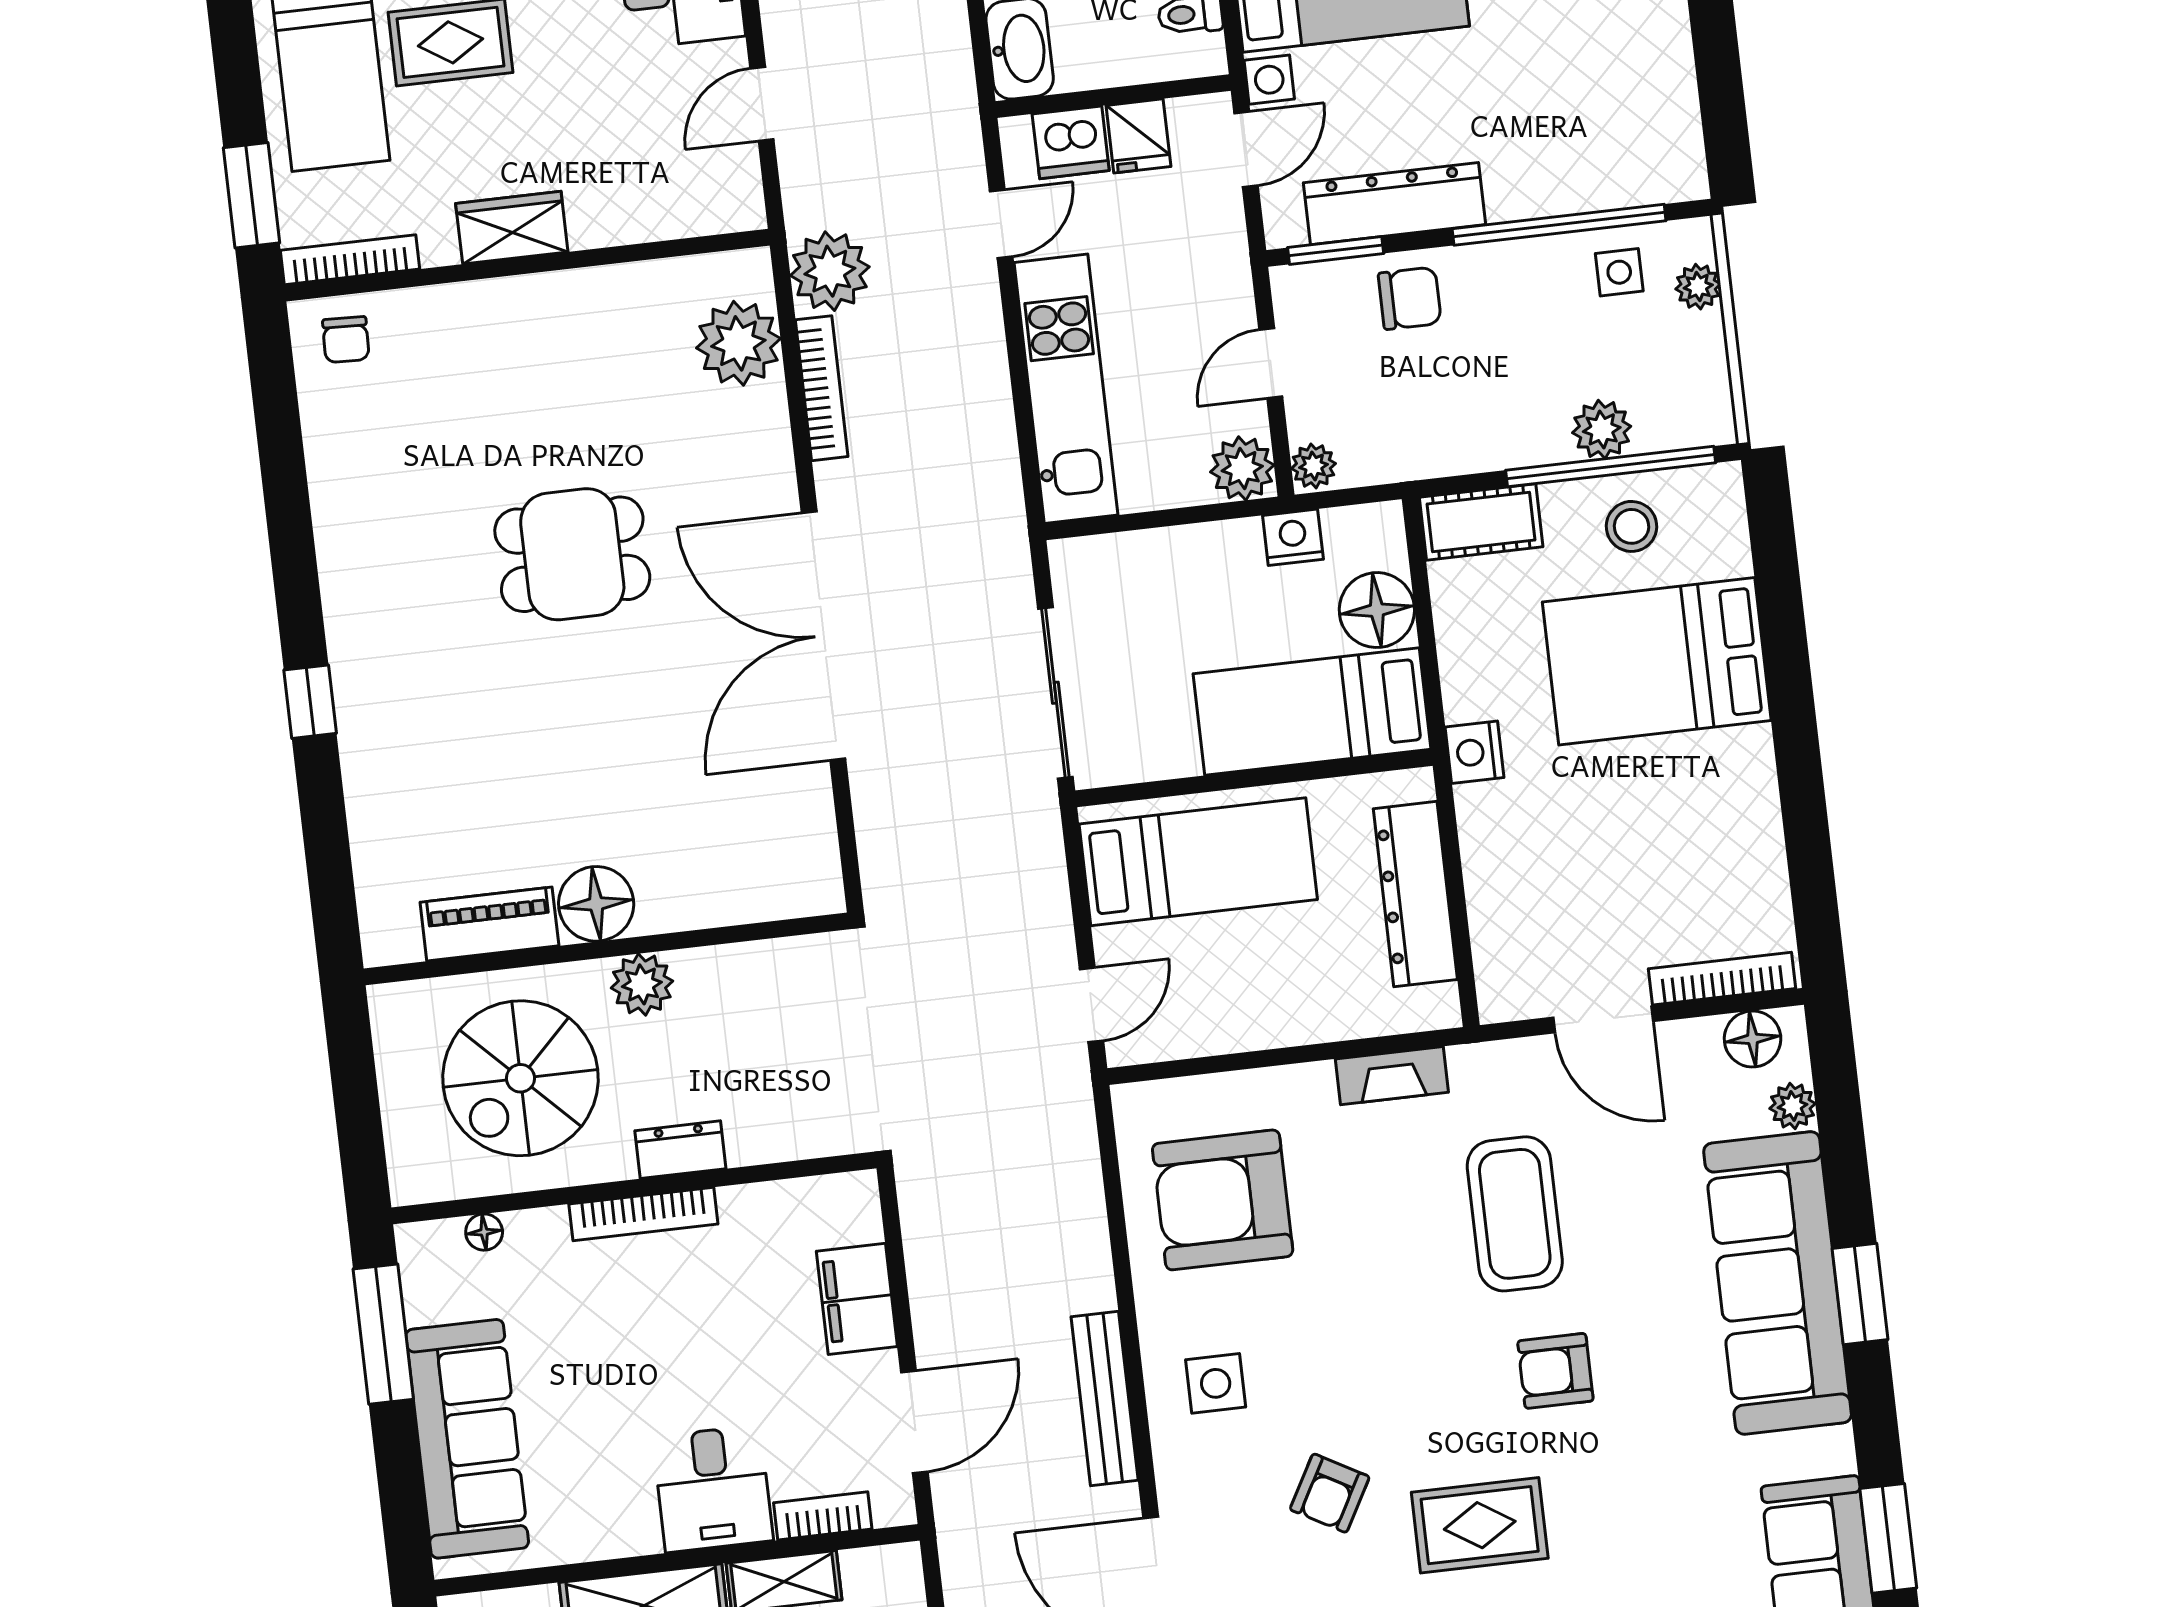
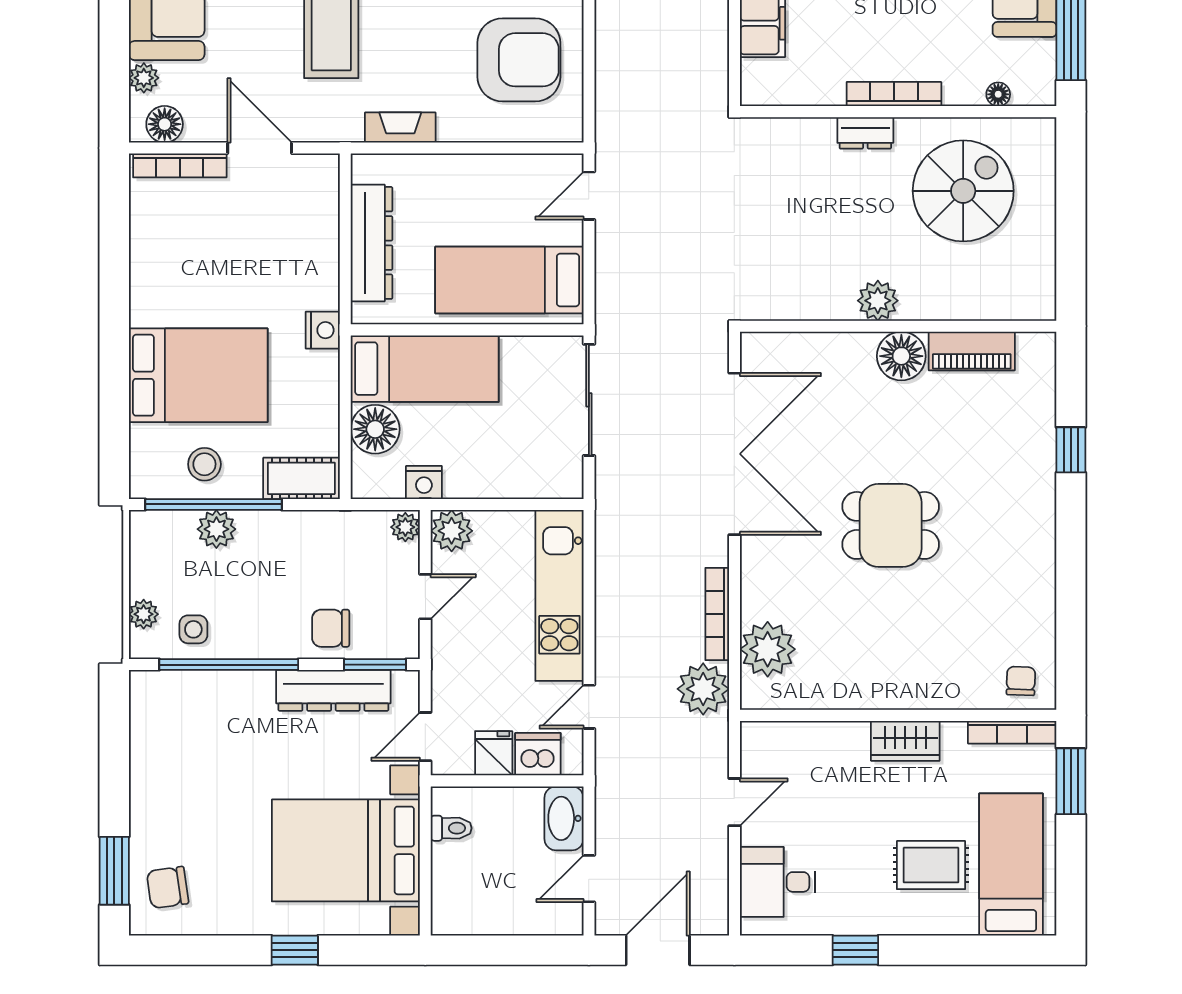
floor lamp: (596, 904) -> (901, 356), moved
piano: (489, 924) -> (972, 351), moved
wall: (606, 949) -> (898, 326), moved
plant: (642, 984) -> (878, 301), moved

